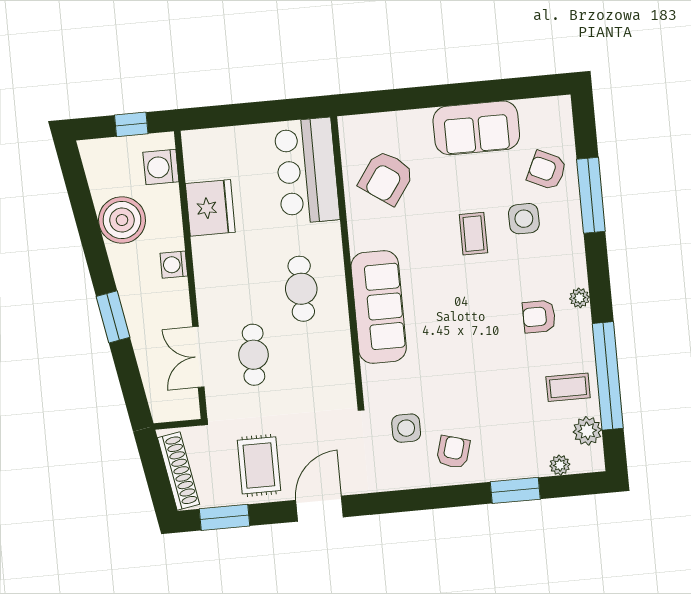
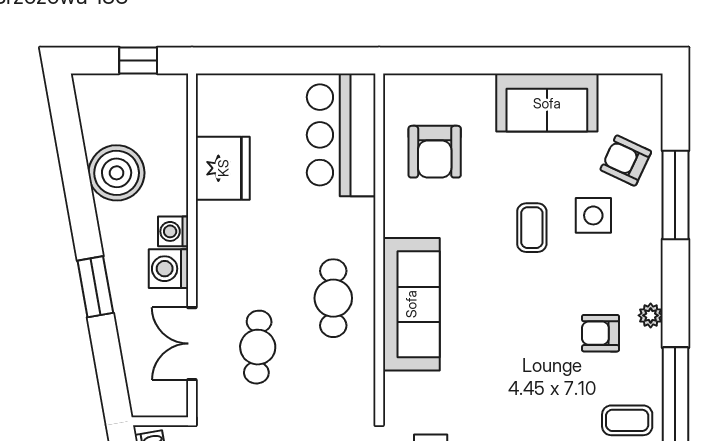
washing machine: (161, 167) -> (169, 269), moved
armchair: (386, 178) -> (435, 152), turned -35
cafe table: (301, 289) -> (333, 298), moved

